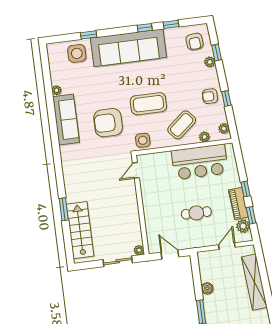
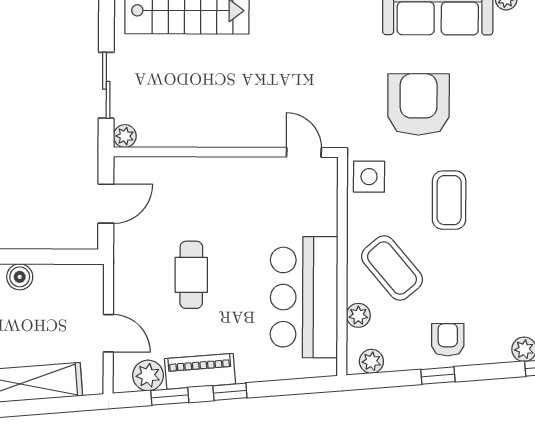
coffee table: (148, 104) -> (449, 200), width x0.73, depth x0.76

